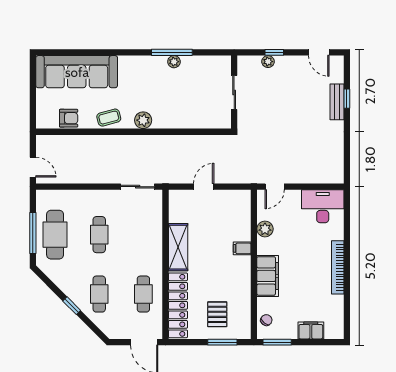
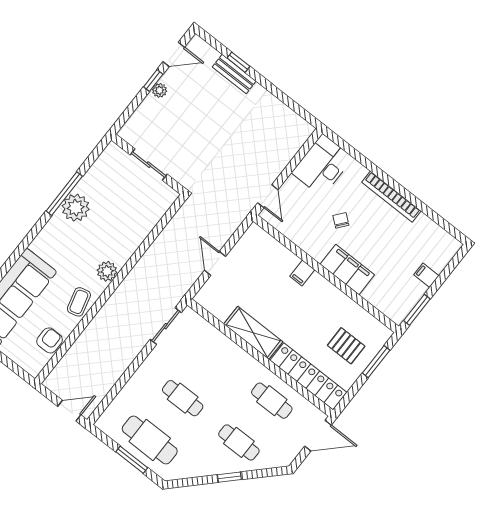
window: (274, 52) -> (153, 81), moved
plant: (174, 62) -> (76, 208), width x1.88, depth x1.88
plant: (268, 62) -> (160, 90), moved
plant: (265, 229) -> (301, 237), removed
window: (33, 233) -> (132, 460), width x0.69
chair: (266, 320) -> (341, 220), moved
filing cabinet: (311, 330) -> (426, 275), width x0.50

